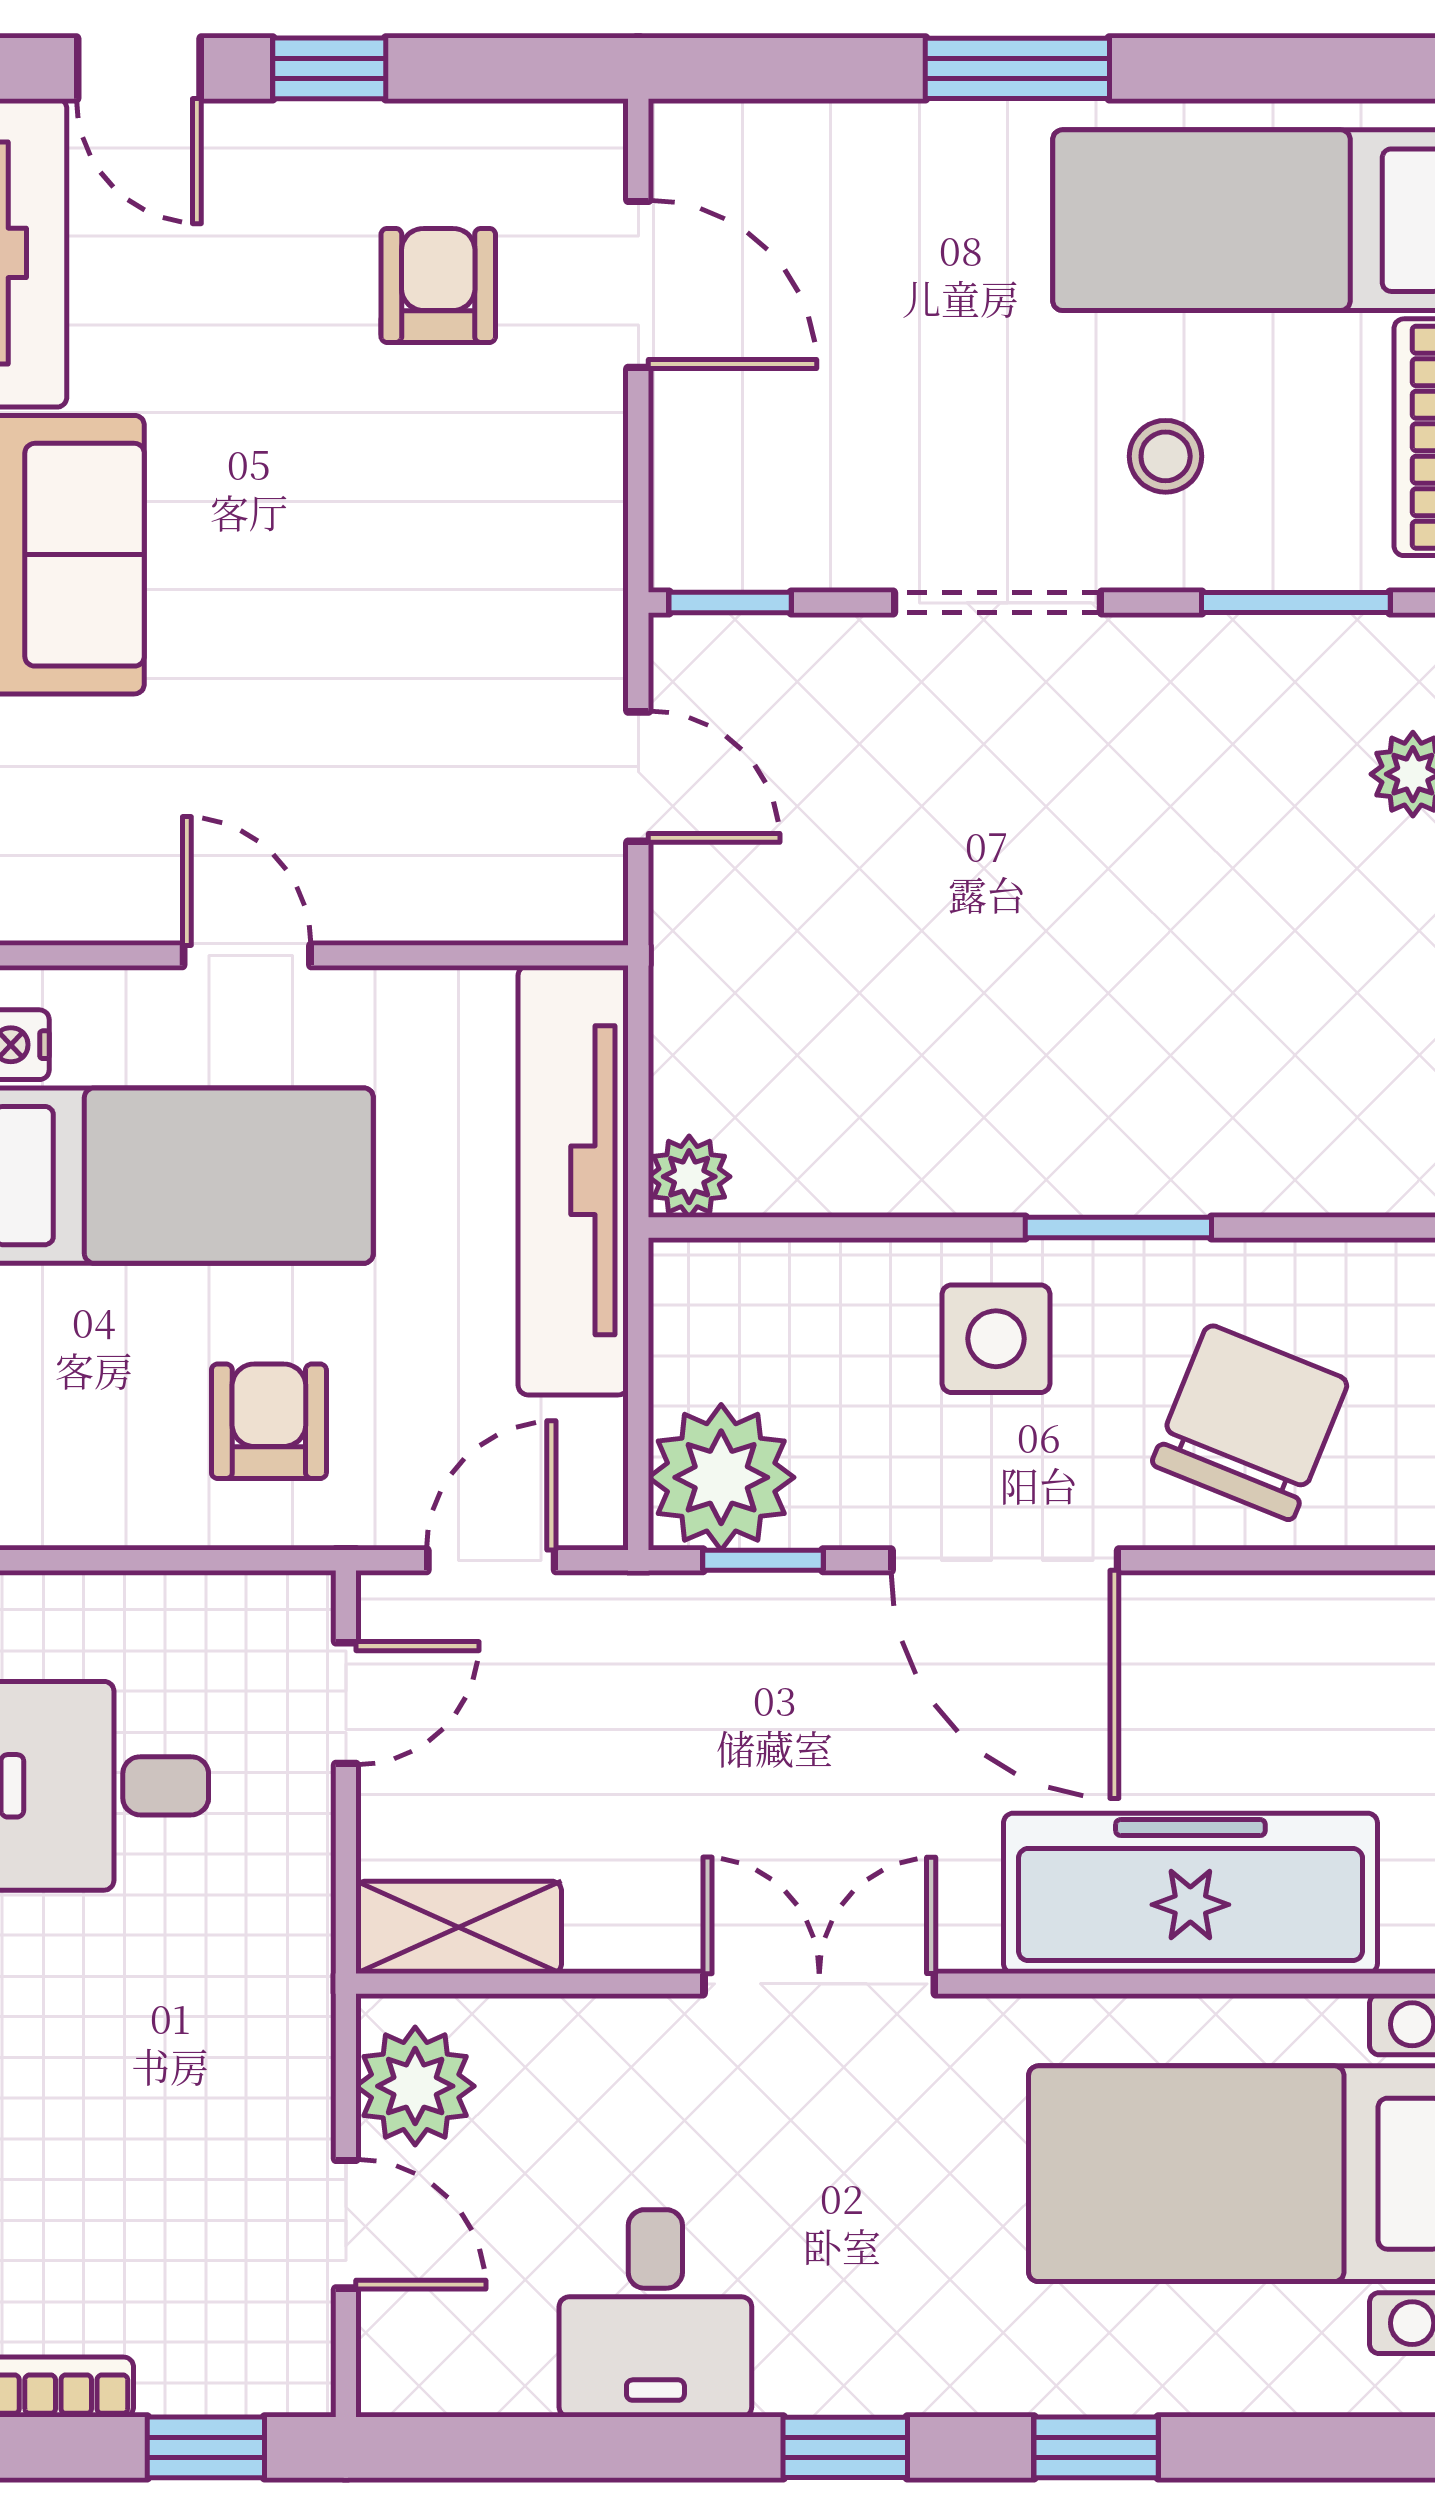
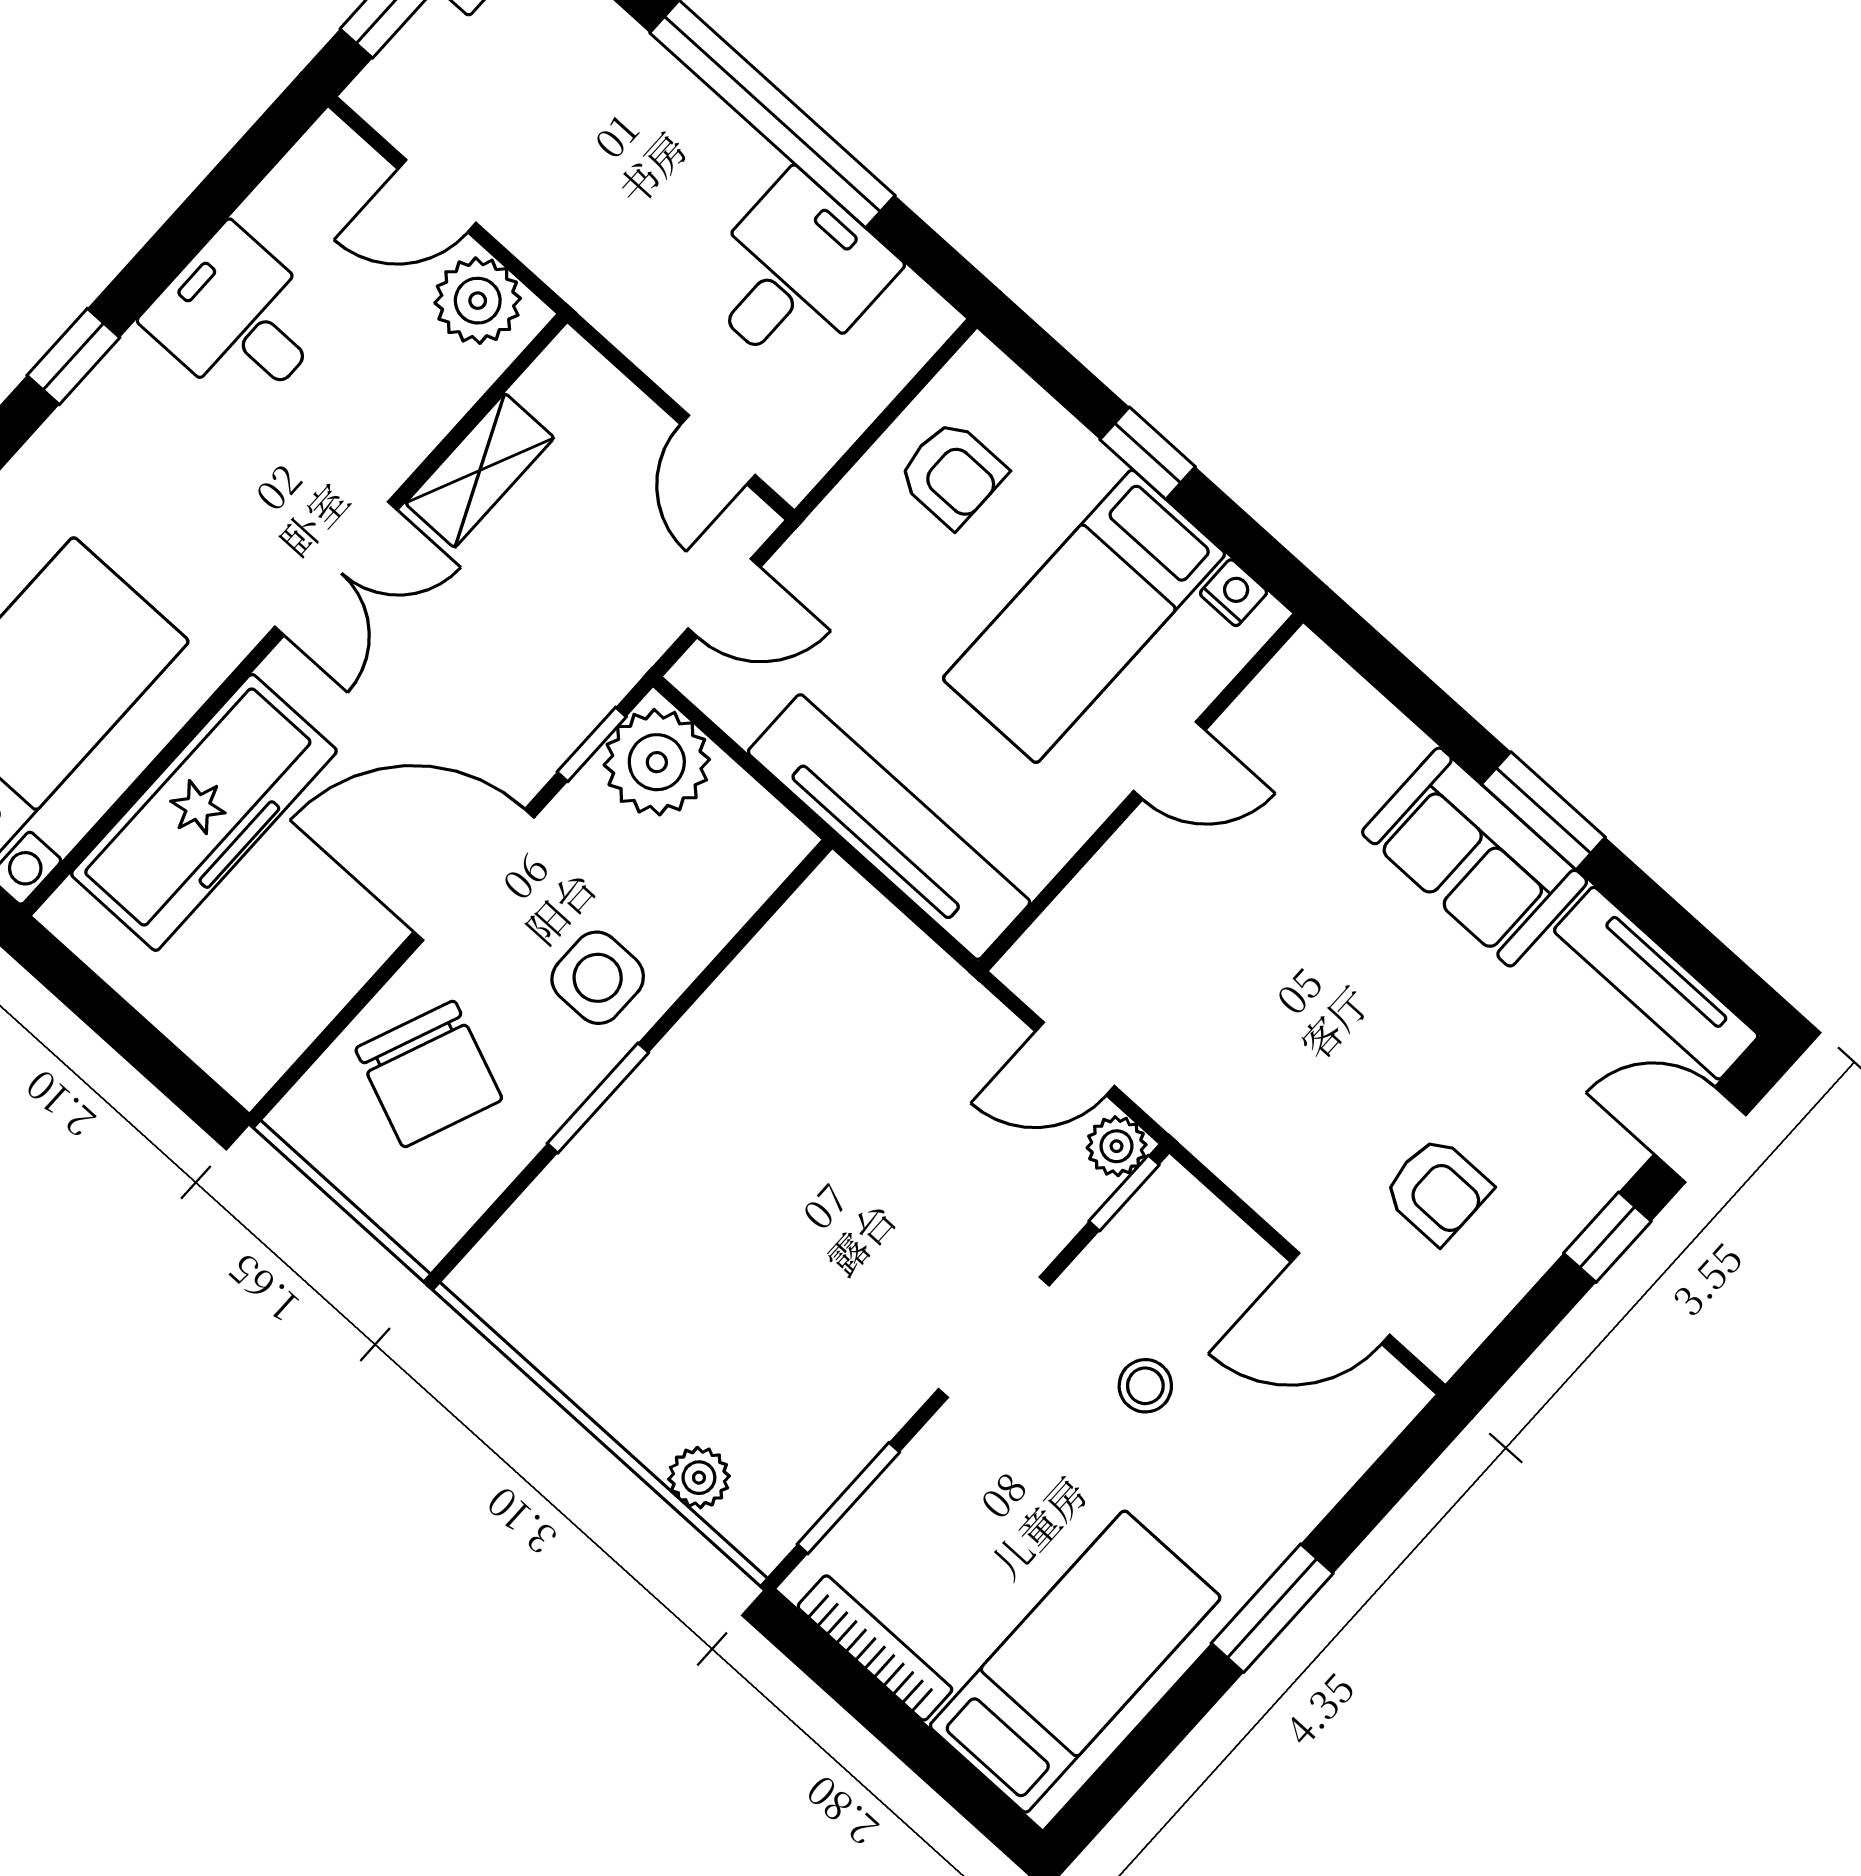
stool: (1166, 456) -> (1145, 1386), moved
plant: (689, 1177) -> (1117, 1146), moved
armchair: (269, 1421) -> (952, 474), moved
door: (491, 1560) -> (724, 598), hinge flipped
shelving: (459, 1927) -> (480, 470), moved

